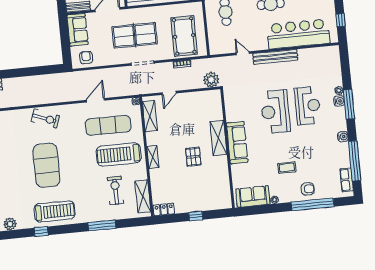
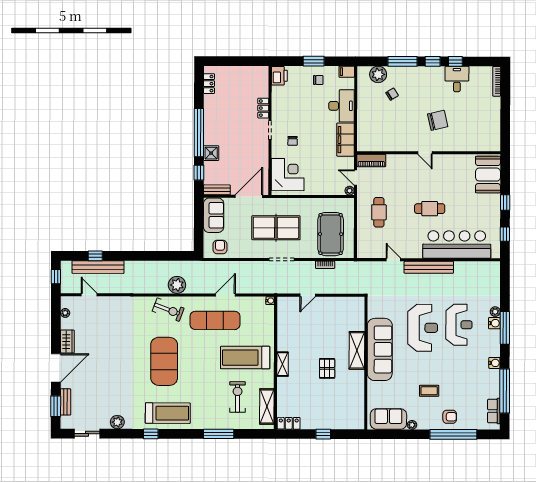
plant: (211, 80) -> (177, 285), moved
reception desk: (275, 112) -> (423, 328), turned 180
shelving: (150, 116) -> (284, 319), removed
exercise mat: (108, 125) -> (215, 320), moved
sofa: (237, 143) -> (380, 349), width x1.36, depth x1.27

